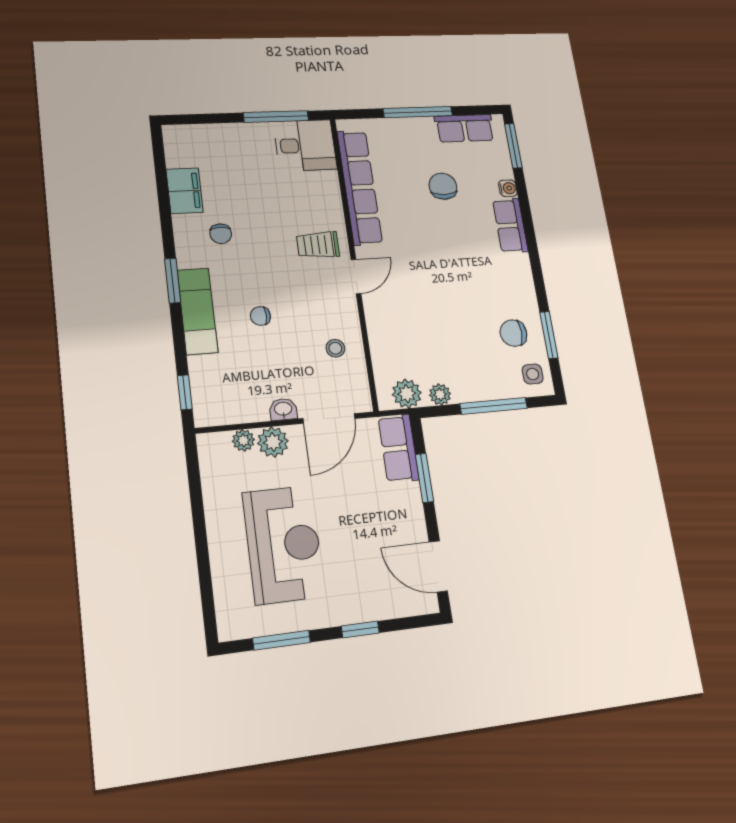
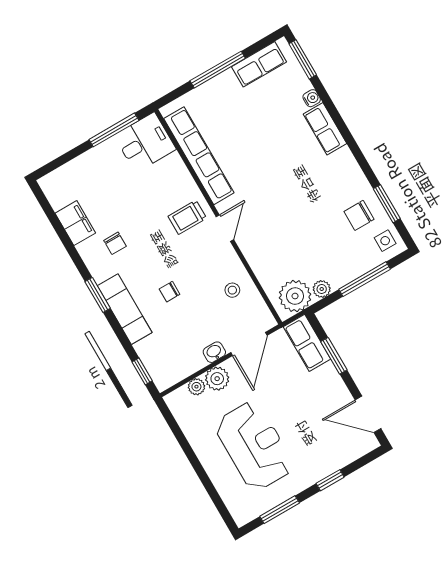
chair: (443, 186) -> (261, 122), removed
plant: (407, 394) -> (295, 296), width x1.36, depth x1.36

